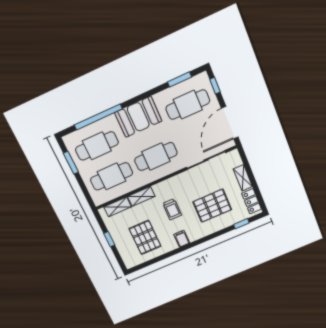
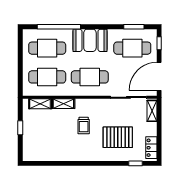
window: (71, 163) -> (20, 52), removed
shelving: (243, 178) -> (152, 111), moved
pallet: (145, 237) -> (51, 140), removed
filing cabinet: (182, 239) -> (81, 154), removed

